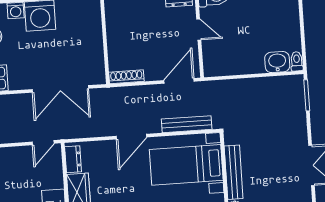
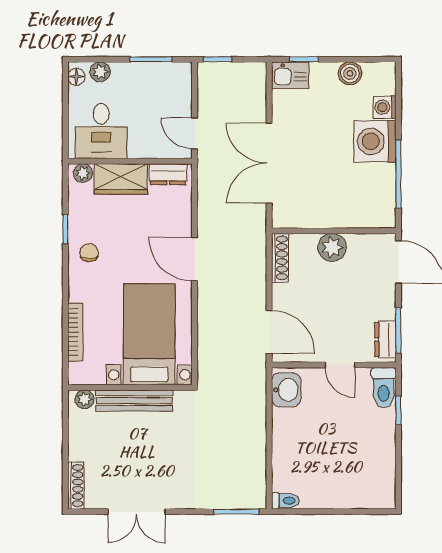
door: (199, 30) -> (340, 365), hinge flipped
plant: (117, 41) -> (332, 247), added
washbasin: (277, 62) -> (286, 390), moved
bench: (187, 124) -> (207, 339), removed

